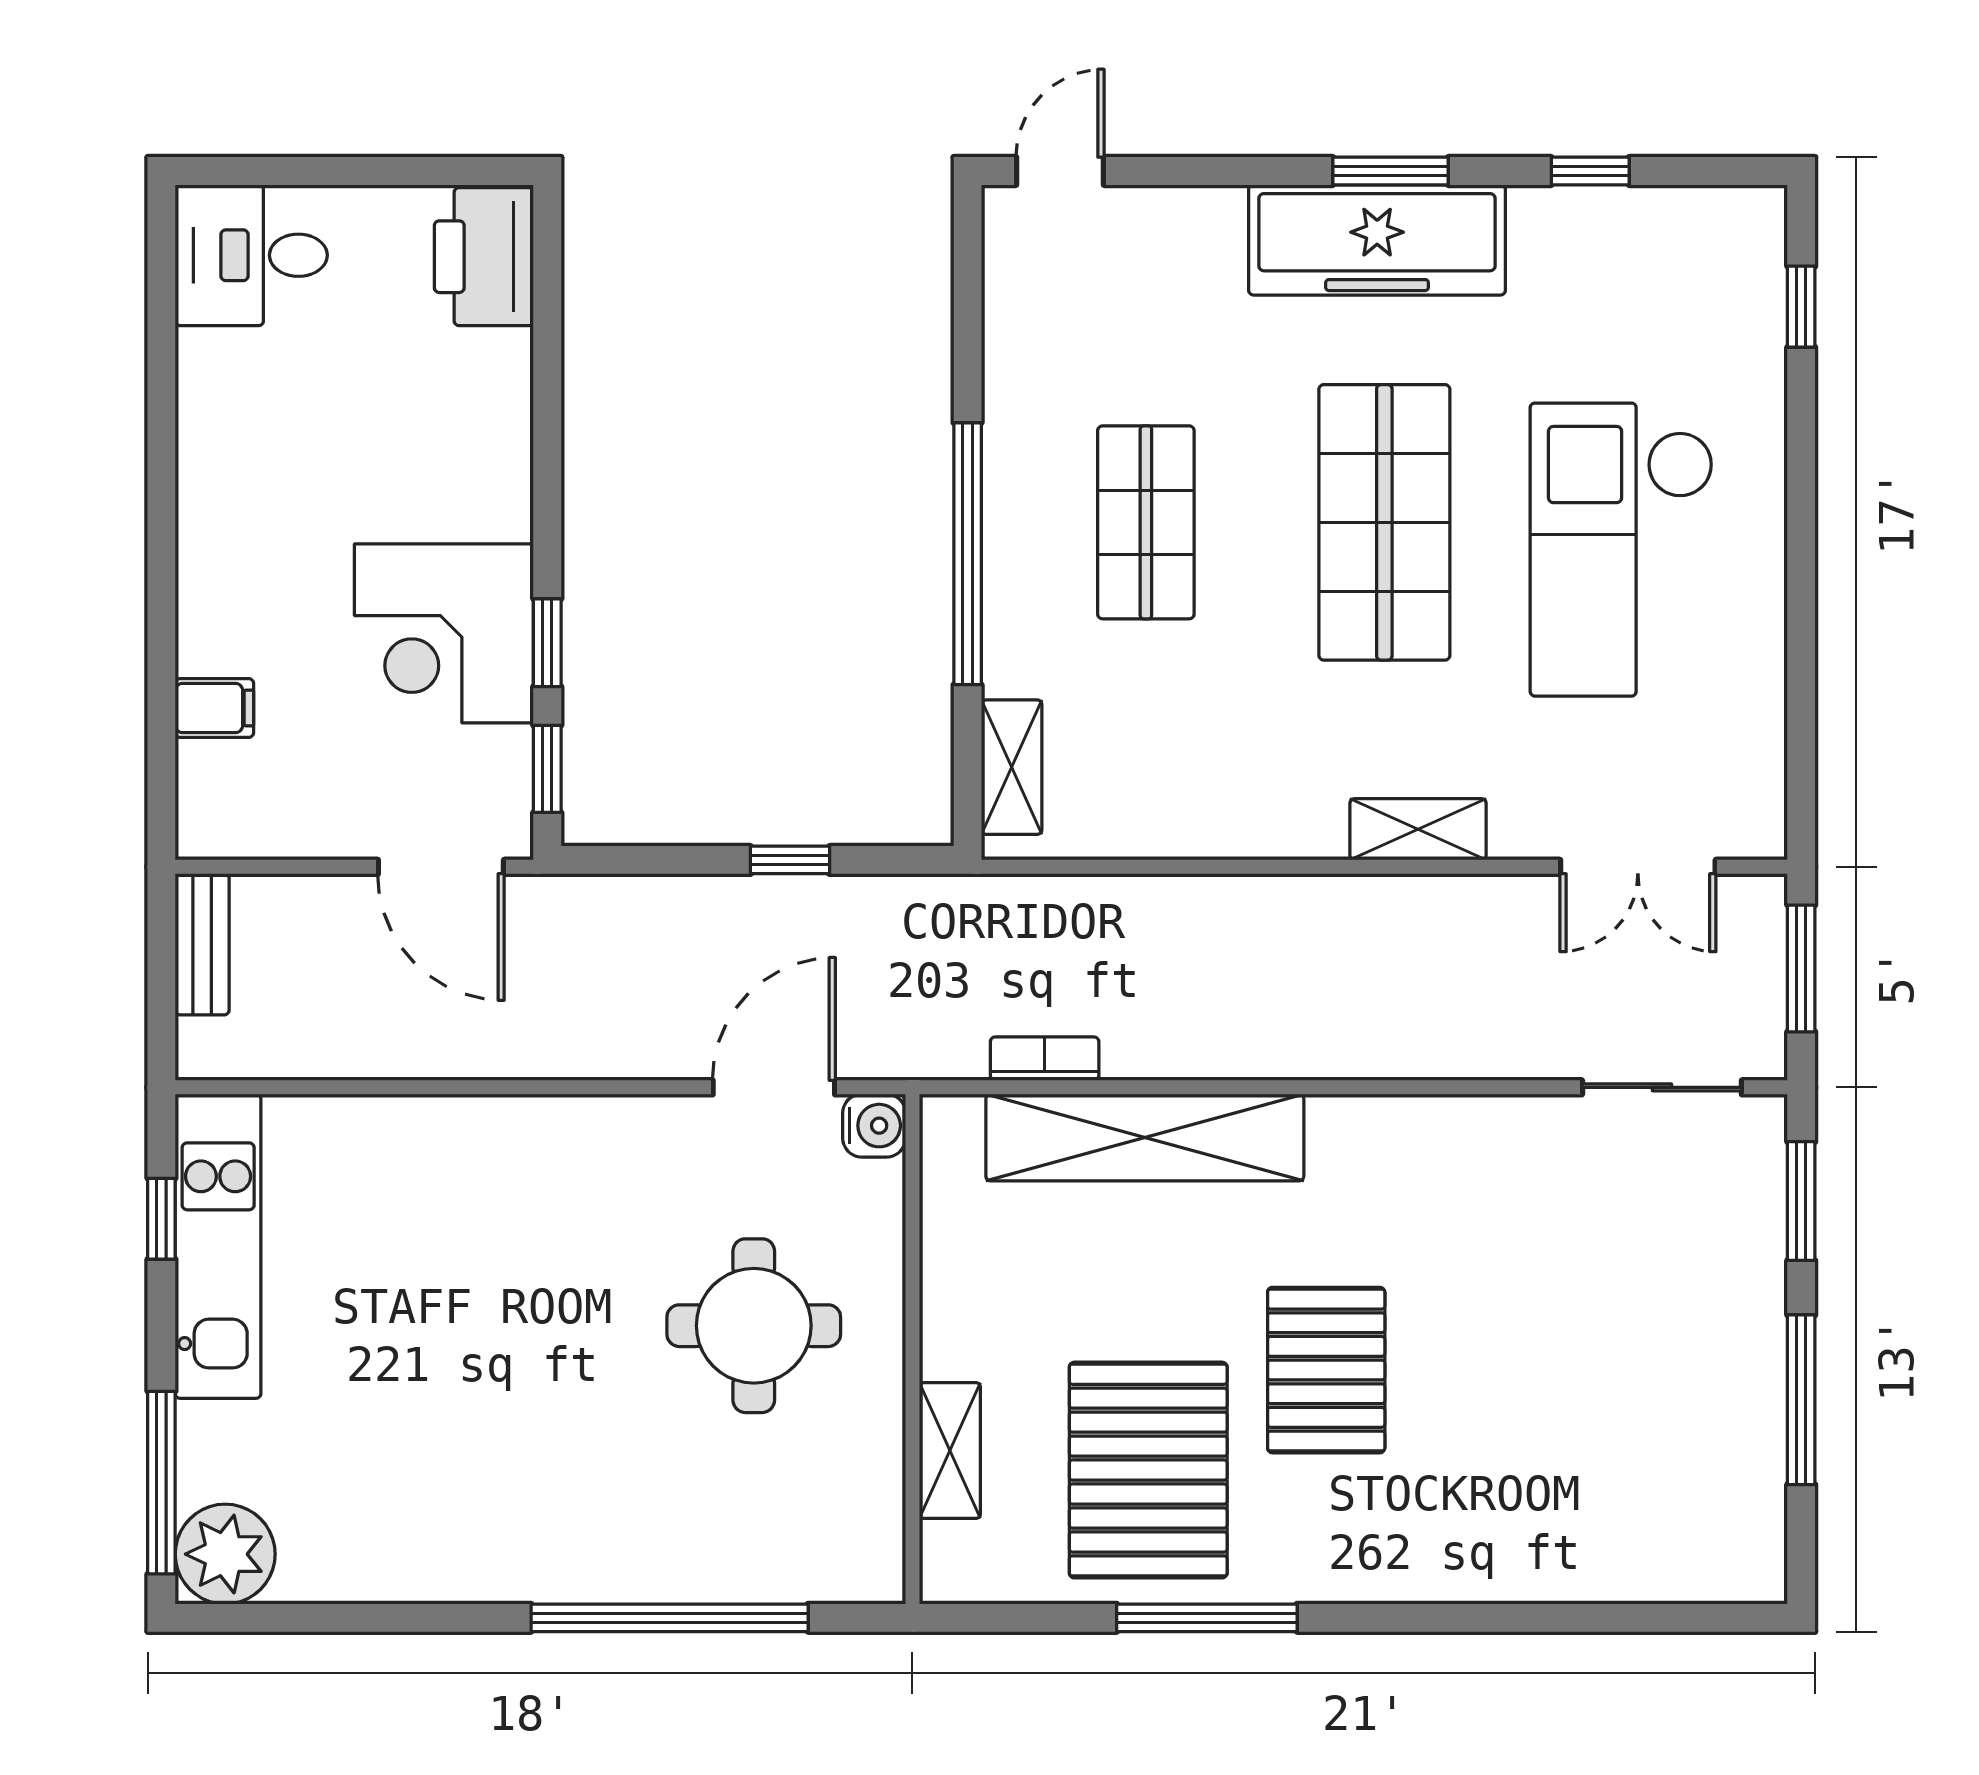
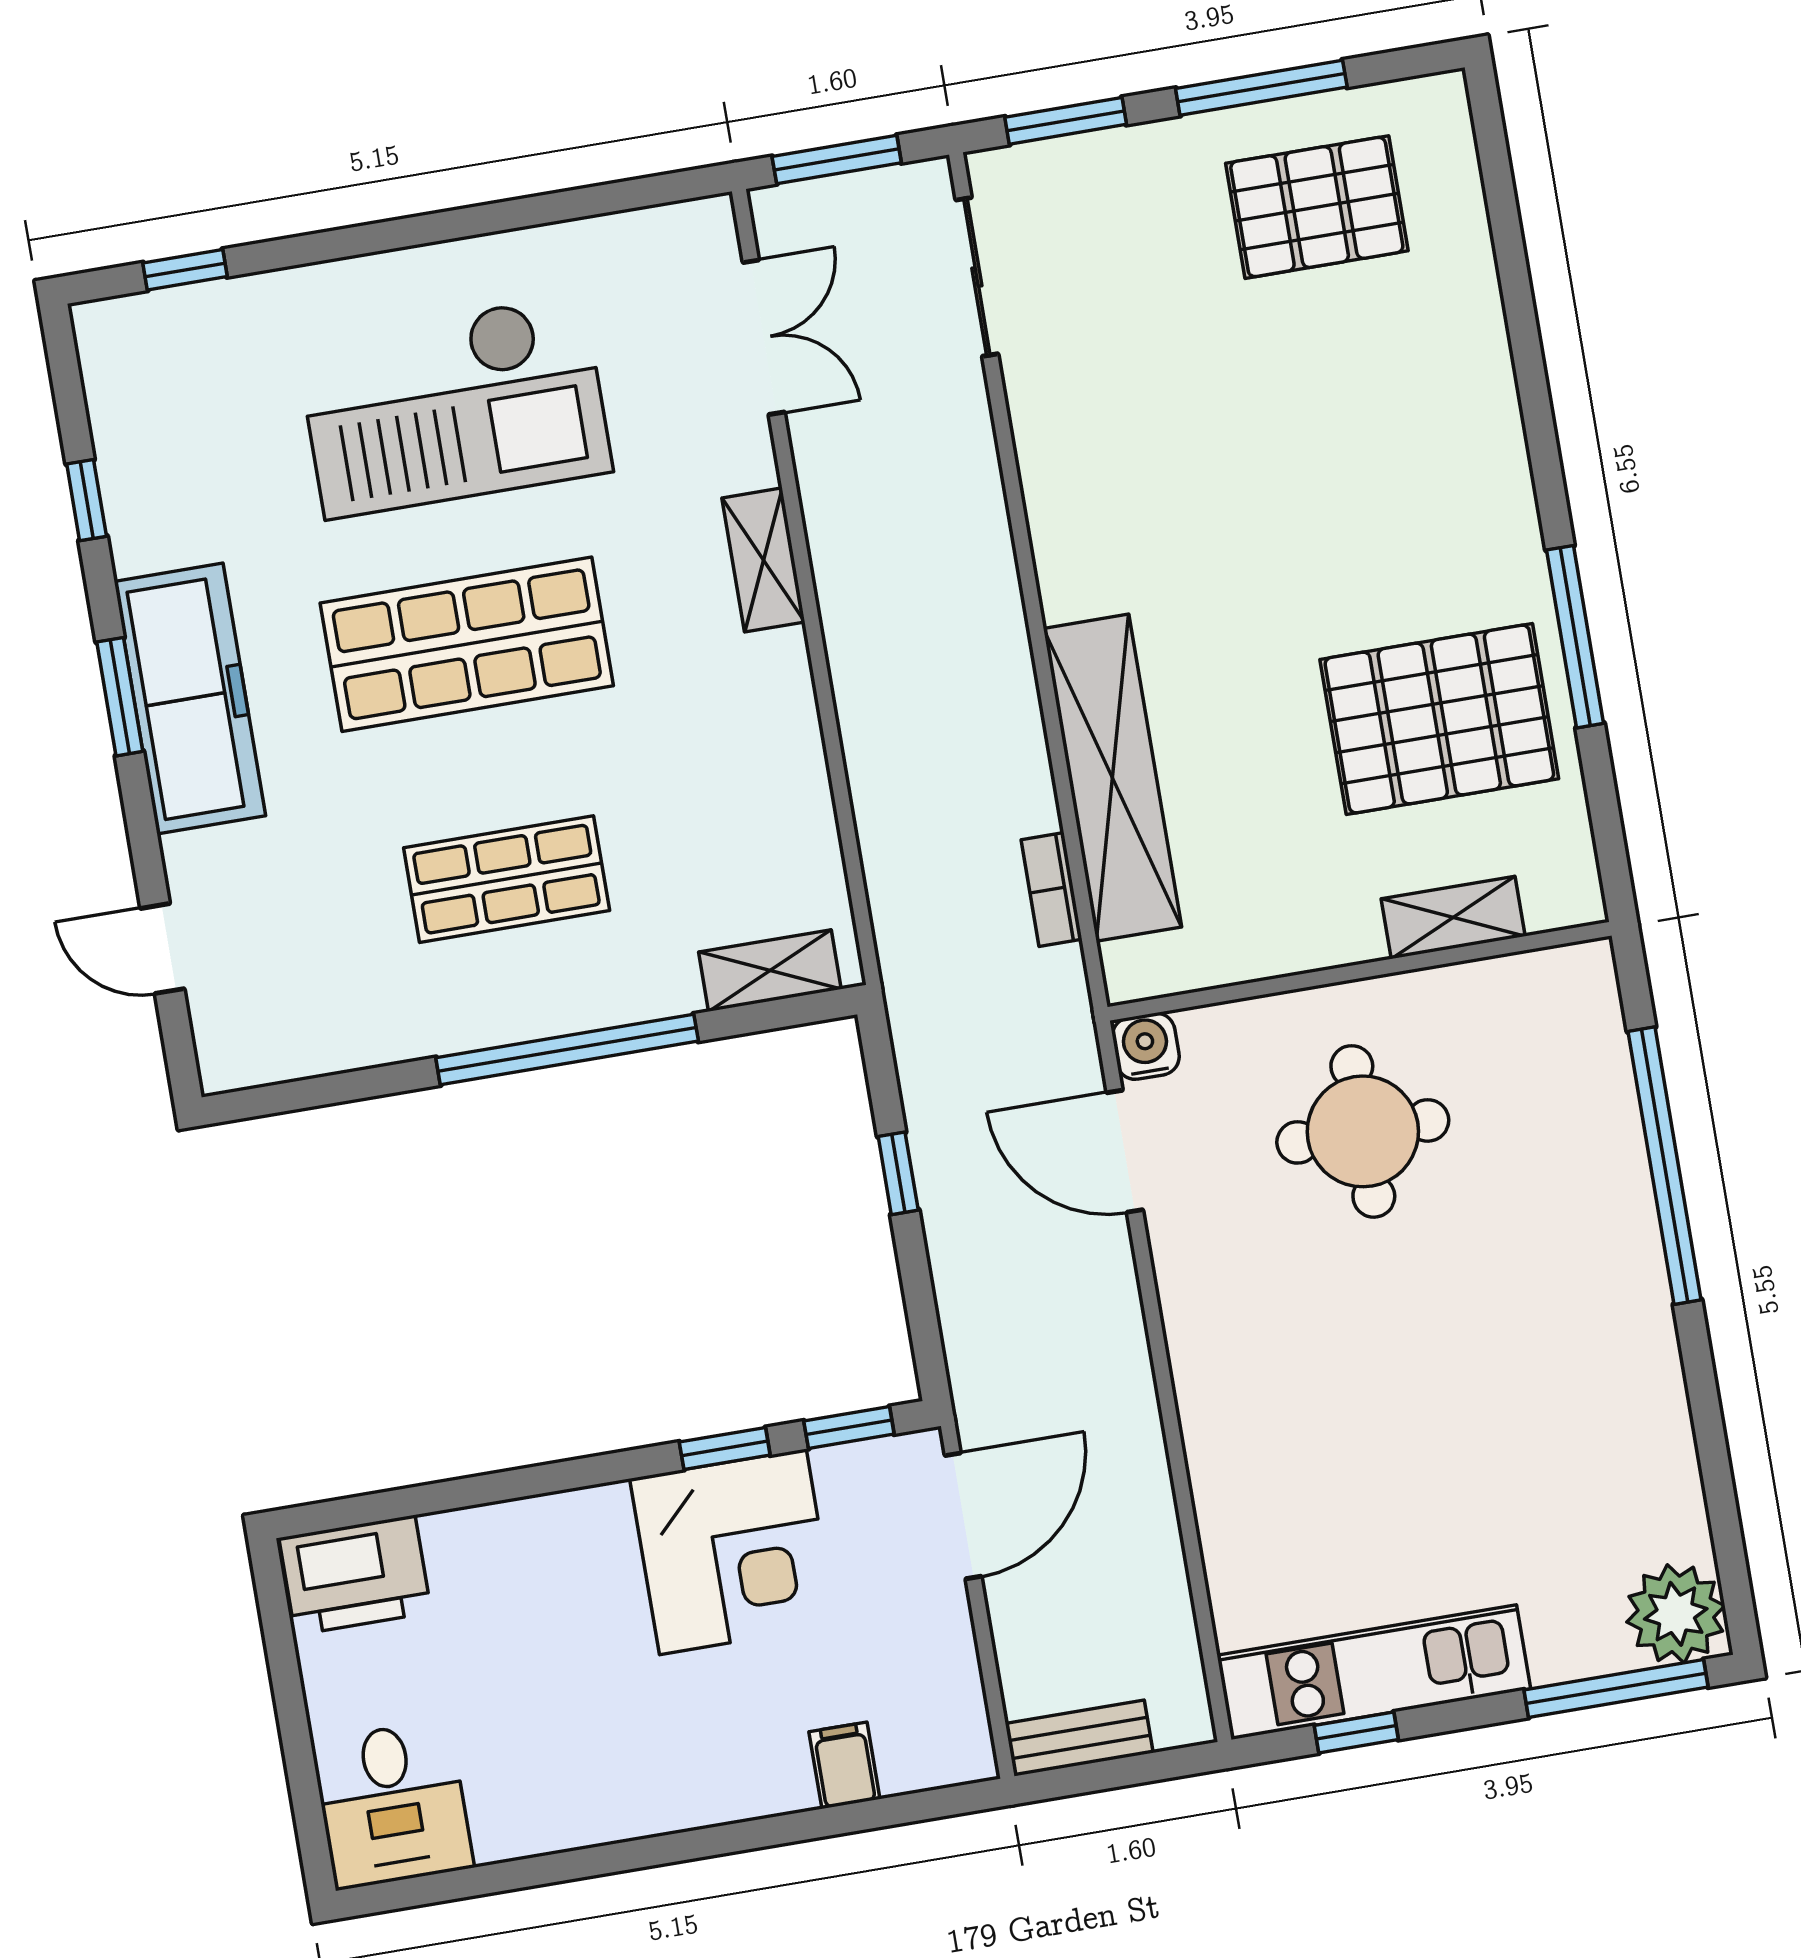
door: (1060, 171) -> (162, 949), moved
pallet: (1326, 1370) -> (1317, 207), moved

